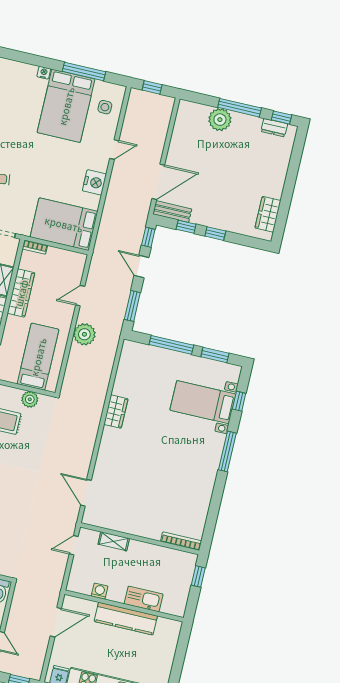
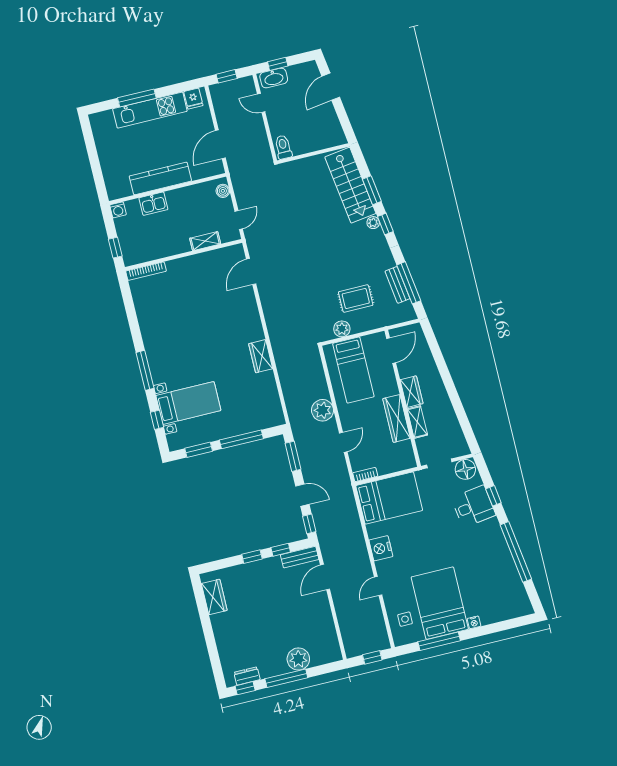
door: (158, 182) -> (325, 577), width x0.73
bookcase: (35, 247) -> (365, 475), moved
door: (86, 493) -> (251, 272), swing flipped
boiler: (75, 579) -> (223, 191), added
washing machine: (100, 591) -> (118, 210), moved
kitchen sink: (144, 599) -> (153, 204), width x0.73

